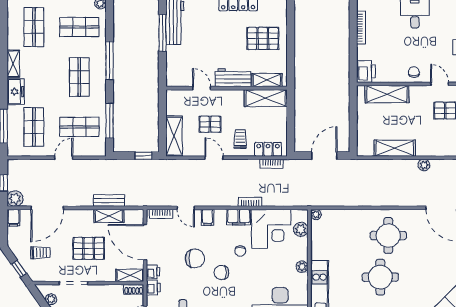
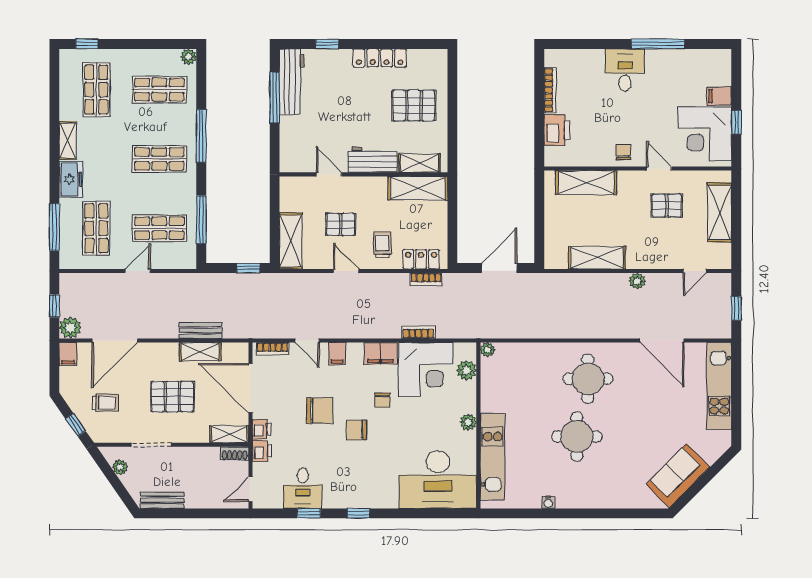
printer: (366, 71) -> (557, 130), moved
shop shelf: (79, 77) -> (159, 159), turned 90
bookcase: (250, 202) -> (418, 332), moved

